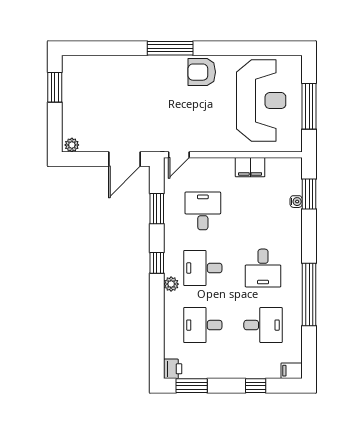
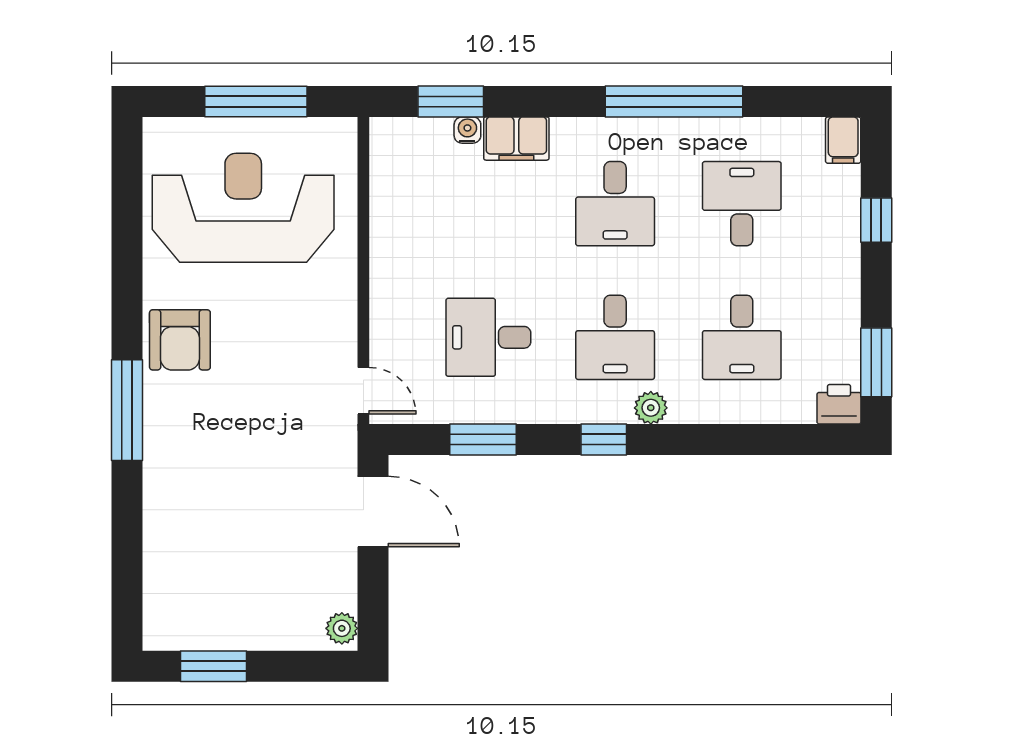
filing cabinet: (250, 167) -> (516, 139), moved, turned 90
desk: (263, 268) -> (615, 204), turned 90

